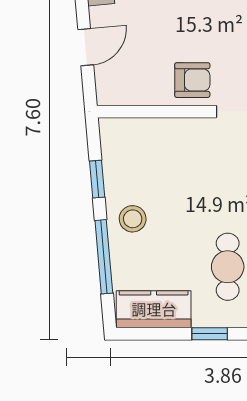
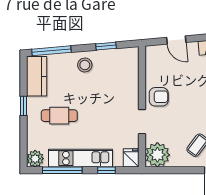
armchair: (192, 80) -> (159, 97), turned -90
window: (104, 257) -> (51, 51), moved

